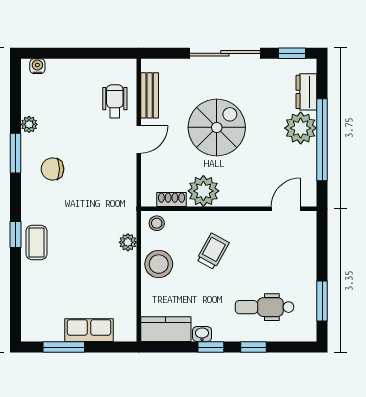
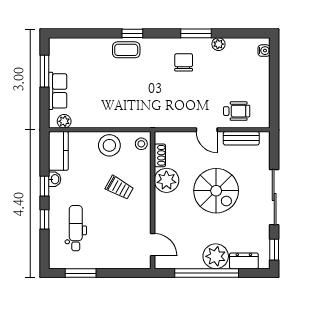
plant: (128, 242) -> (64, 121), moved

